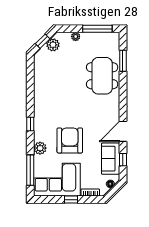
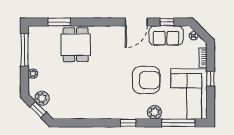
dining table: (102, 76) -> (76, 45), width x0.73
door: (123, 131) -> (136, 22), hinge flipped
armchair: (70, 140) -> (146, 80), turned 180

